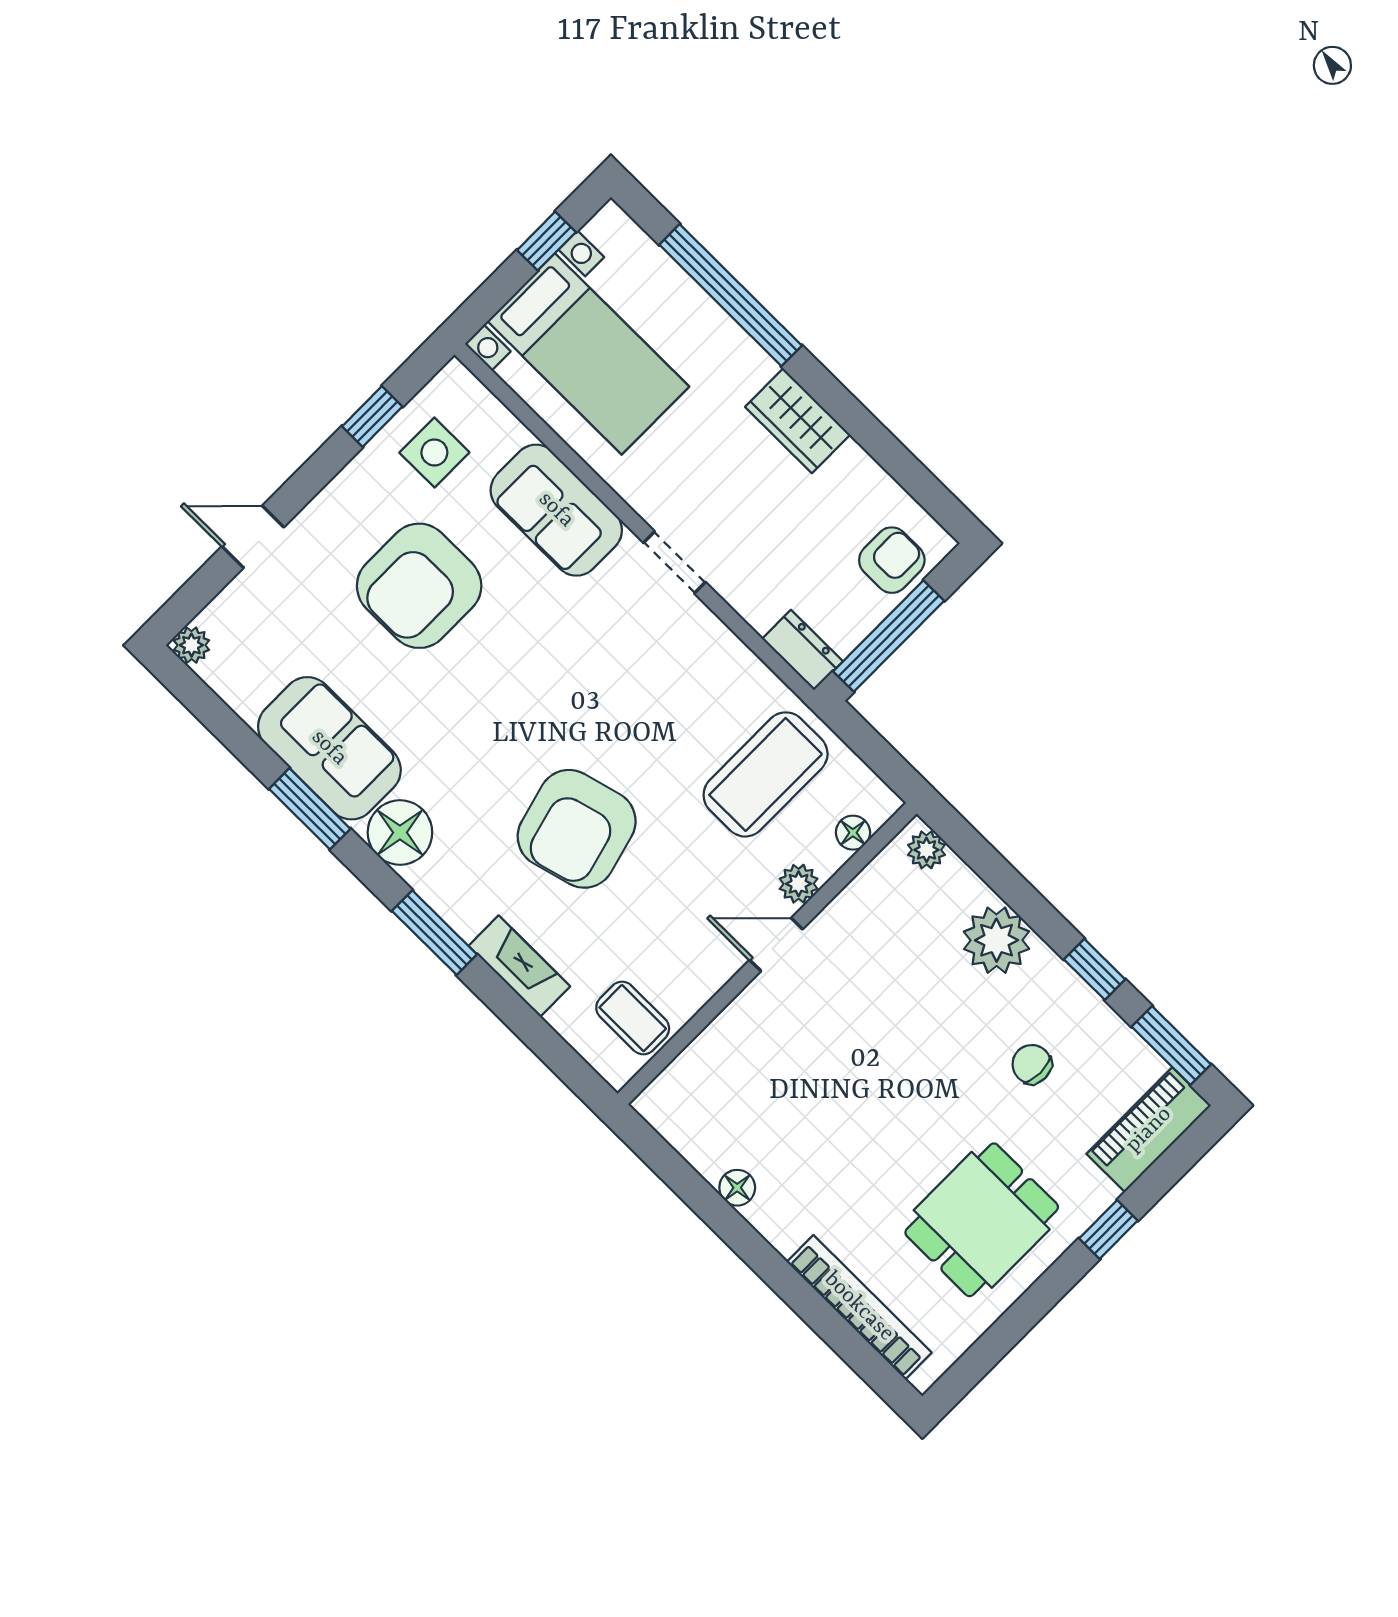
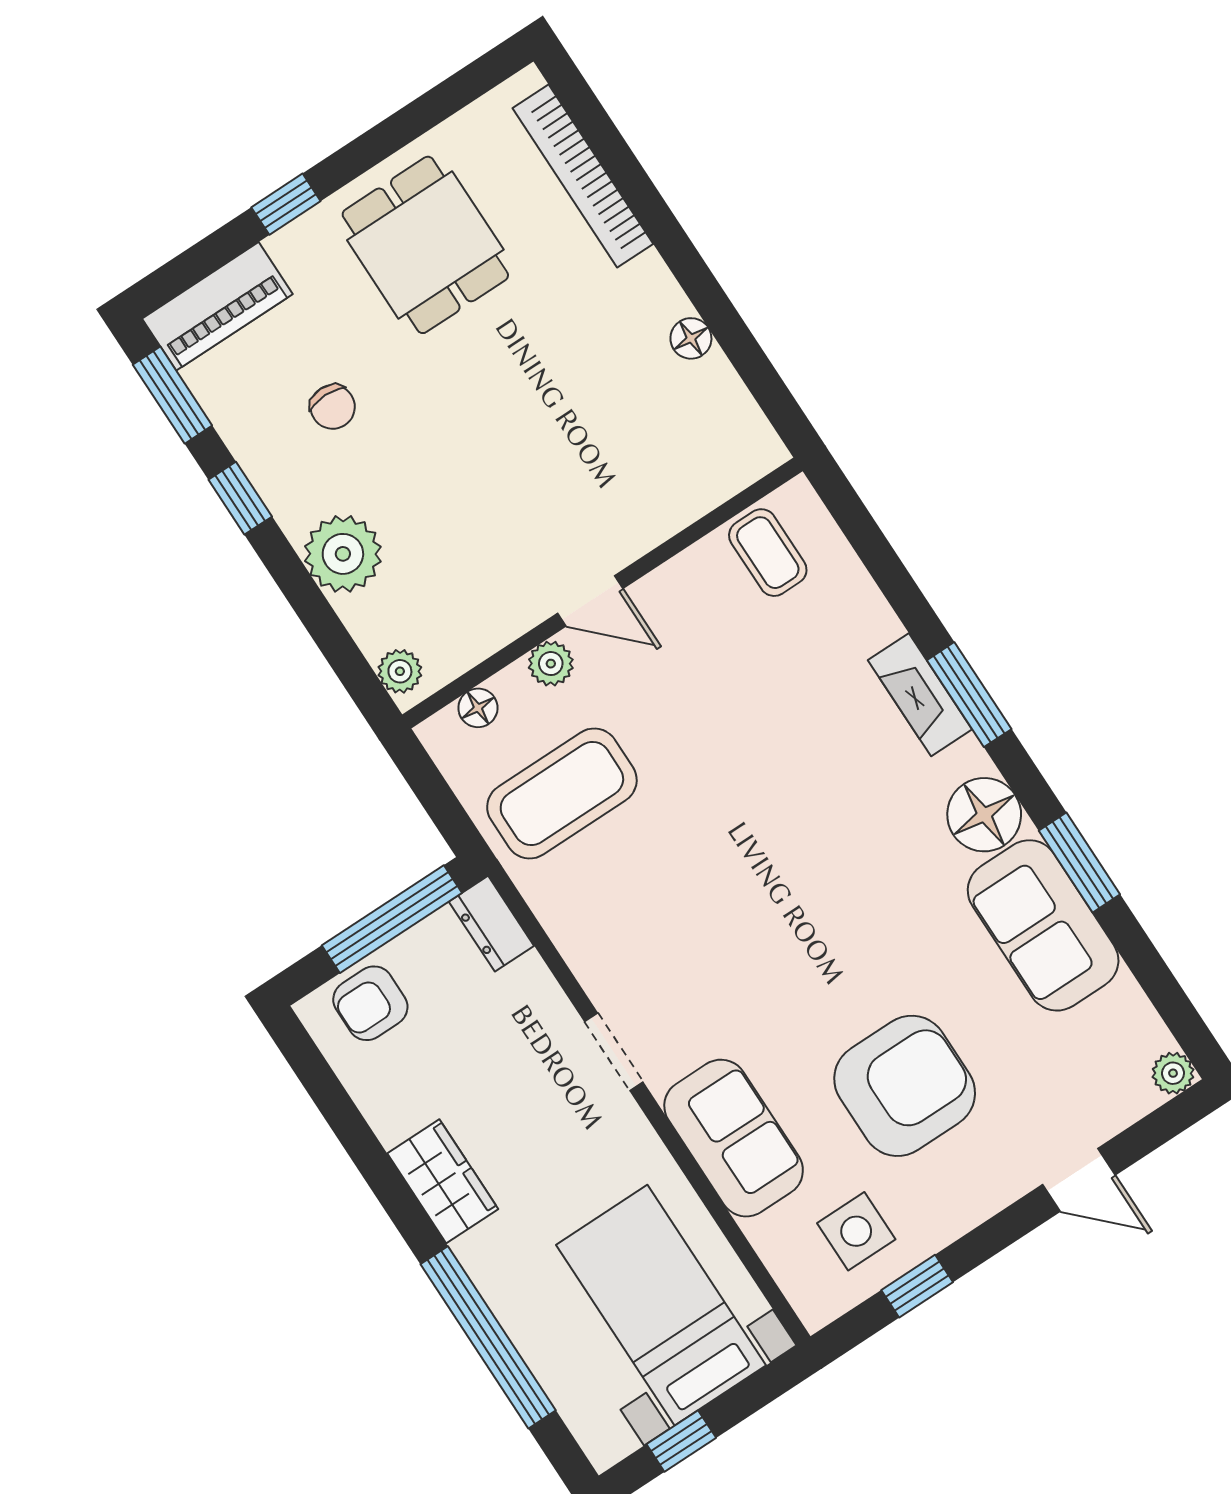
armchair: (577, 829) -> (786, 777), removed
fireplace: (519, 966) -> (920, 695), moved
dining table: (982, 1220) -> (425, 245), turned 90

